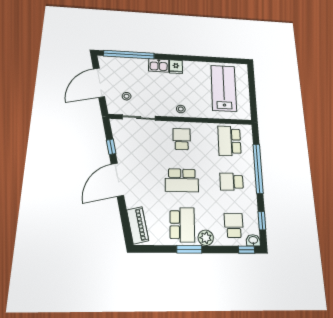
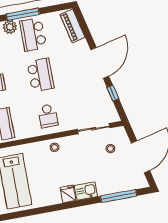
window: (129, 55) -> (119, 196), width x0.68
school desk: (182, 180) -> (41, 75), turned 90
window: (189, 249) -> (23, 14), width x1.44

